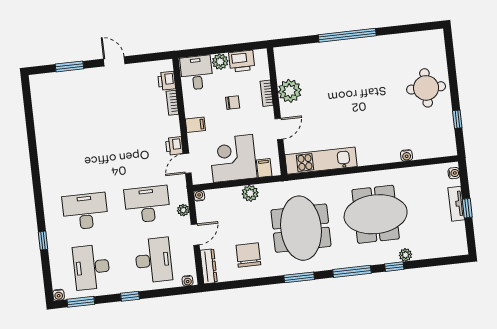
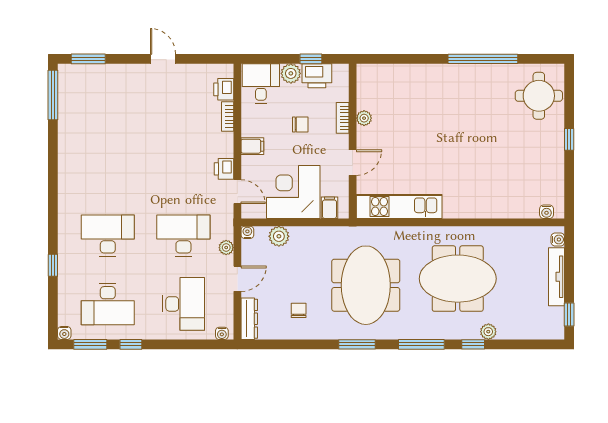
window: (347, 35) -> (483, 59), moved
window: (235, 48) -> (311, 59), added
window: (69, 66) -> (88, 59), moved
round table: (426, 88) -> (539, 96), moved
plant: (290, 91) -> (364, 118), width x0.53, depth x0.53
window: (27, 101) -> (53, 95), added
window: (457, 119) -> (569, 139), moved
water cooler: (407, 155) -> (547, 212), moved
door: (187, 163) -> (237, 192), swing flipped
plant: (250, 193) -> (279, 236), moved
tv unit: (456, 204) -> (557, 277), width x1.41
window: (467, 208) -> (569, 314), moved
chair: (248, 255) -> (299, 310), width x0.54, depth x0.54
desk: (91, 267) -> (108, 304), turned -90
window: (130, 296) -> (131, 344), moved

